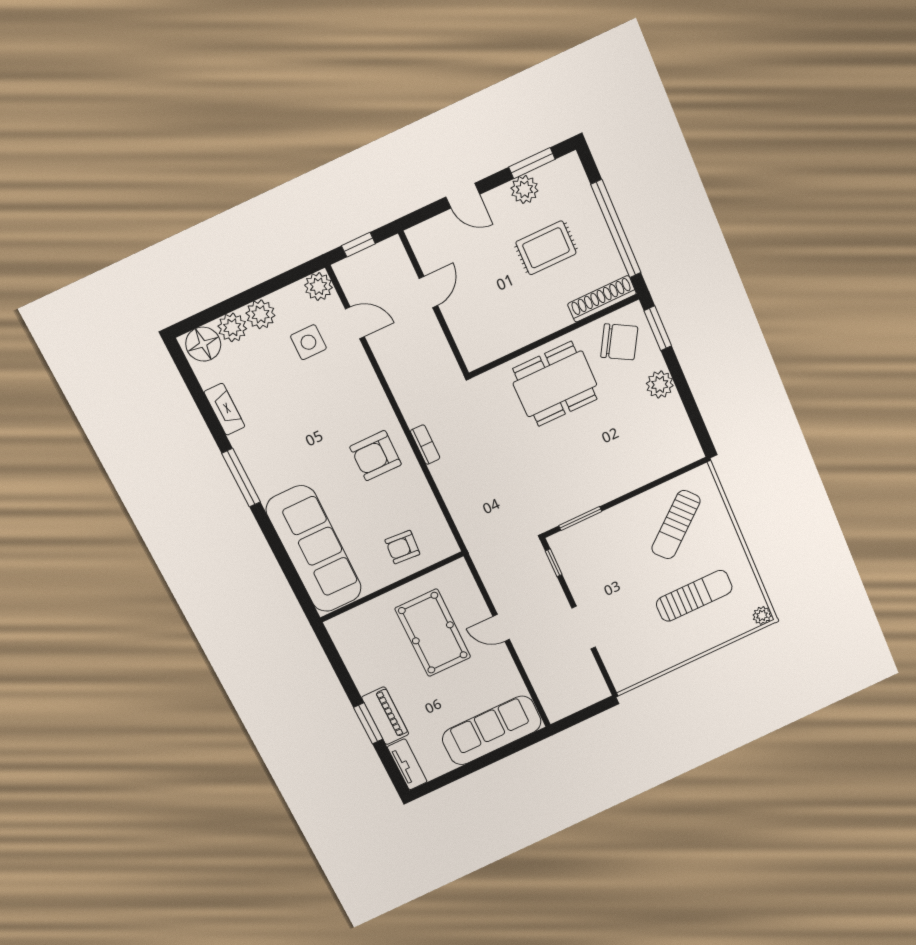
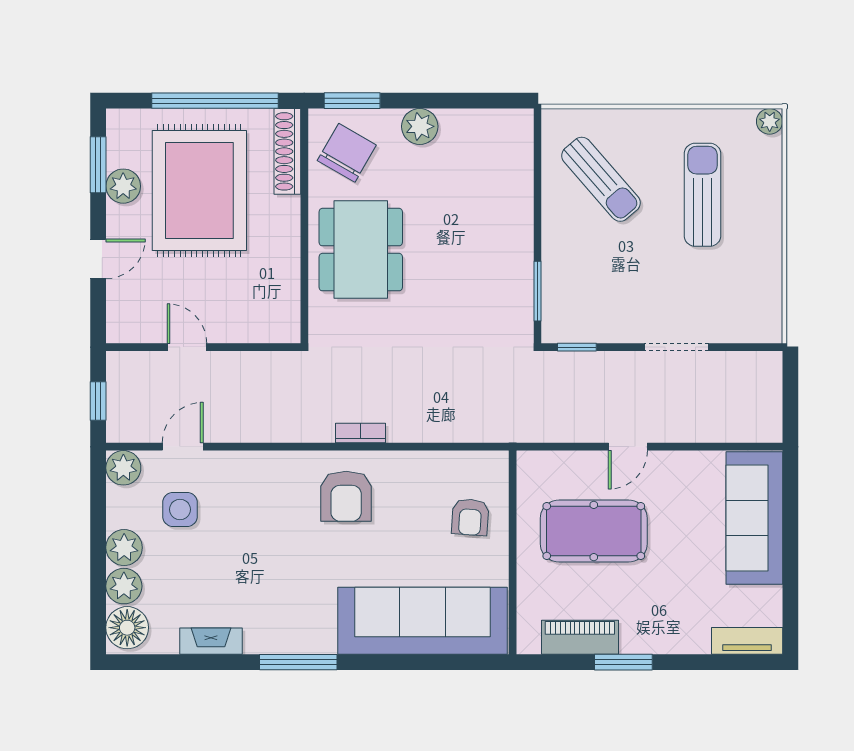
rug: (546, 248) -> (199, 191), width x1.86, depth x2.06
piano: (385, 716) -> (580, 637), moved
window: (368, 723) -> (623, 662), moved

